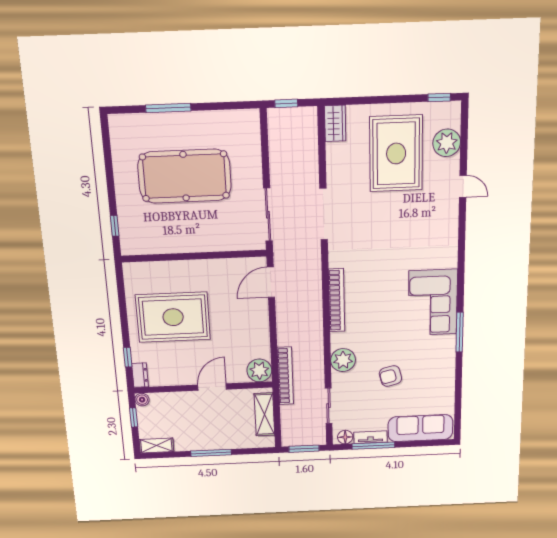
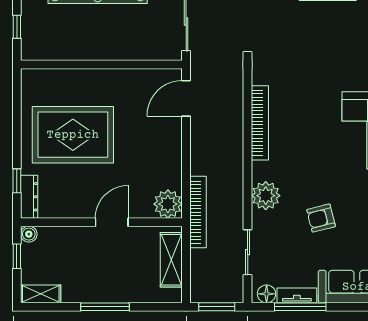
dresser: (140, 375) -> (29, 197), width x1.44

